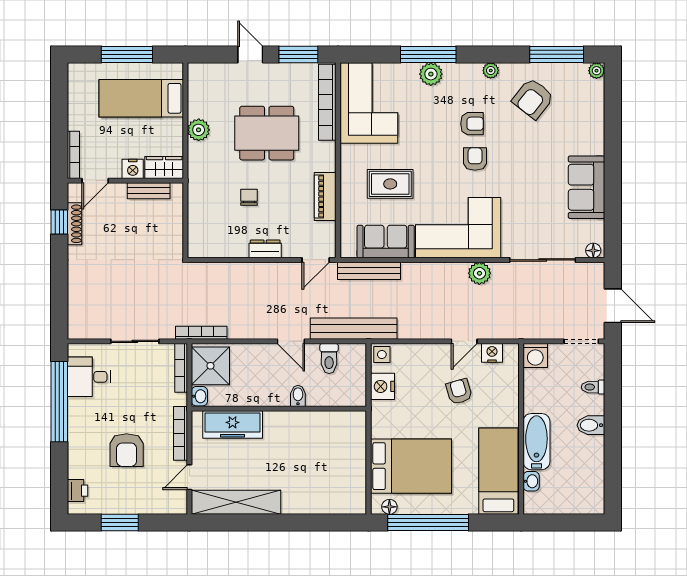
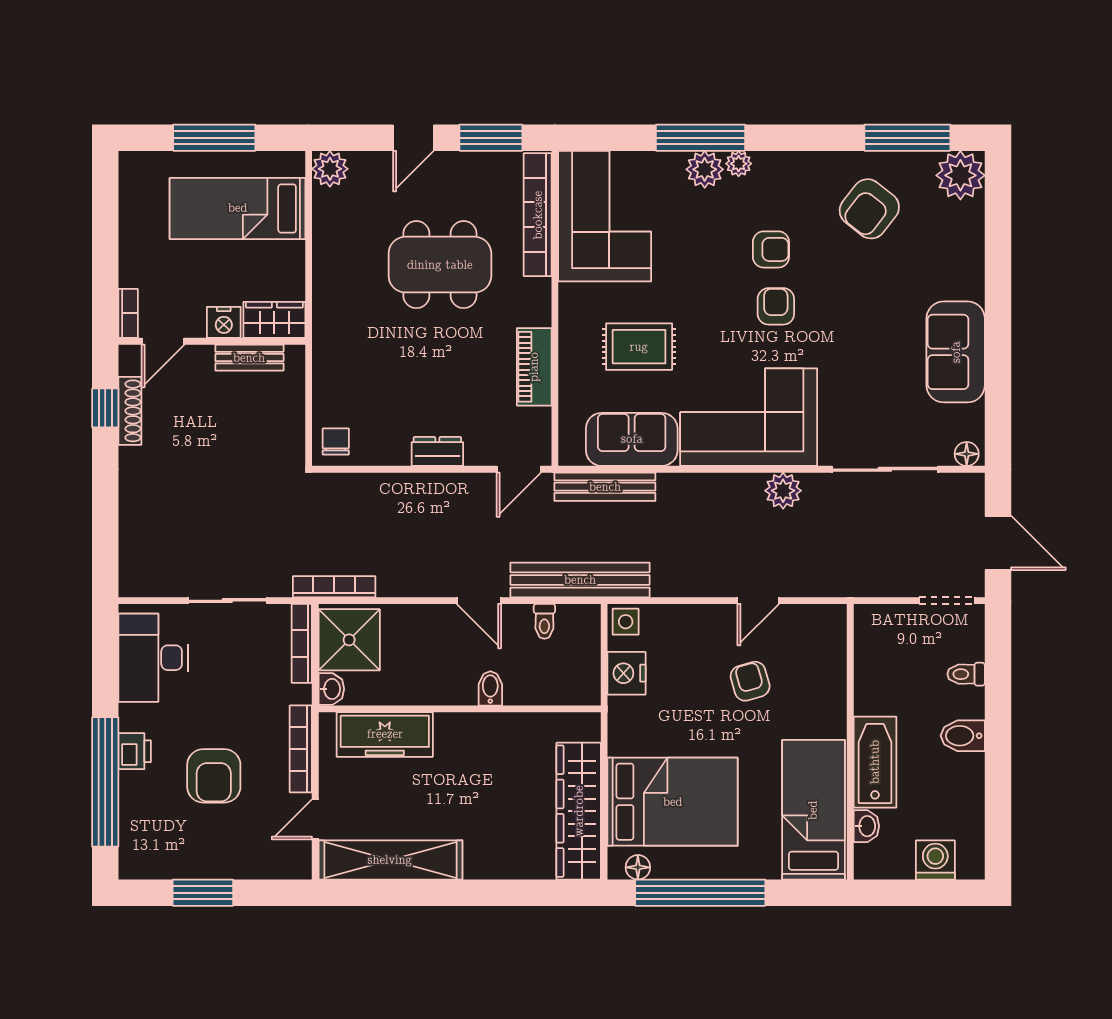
door: (250, 54) -> (413, 138), swing flipped
plant: (491, 71) -> (739, 164), moved
plant: (597, 71) -> (960, 175), width x1.87, depth x1.87
plant: (199, 130) -> (330, 169), moved
bookcase: (73, 155) -> (128, 313), width x0.64
chair: (249, 197) -> (336, 441), moved
nightstand: (492, 353) -> (803, 619), removed
washing machine: (535, 356) -> (935, 860), moved, turned 180
toilet: (329, 358) -> (544, 621), width x0.73, depth x0.72
desk: (89, 377) -> (153, 658), width x1.37
window: (59, 402) -> (105, 782), moved
wardrobe: (353, 472) -> (579, 811), added
printer: (77, 491) -> (135, 751), moved

